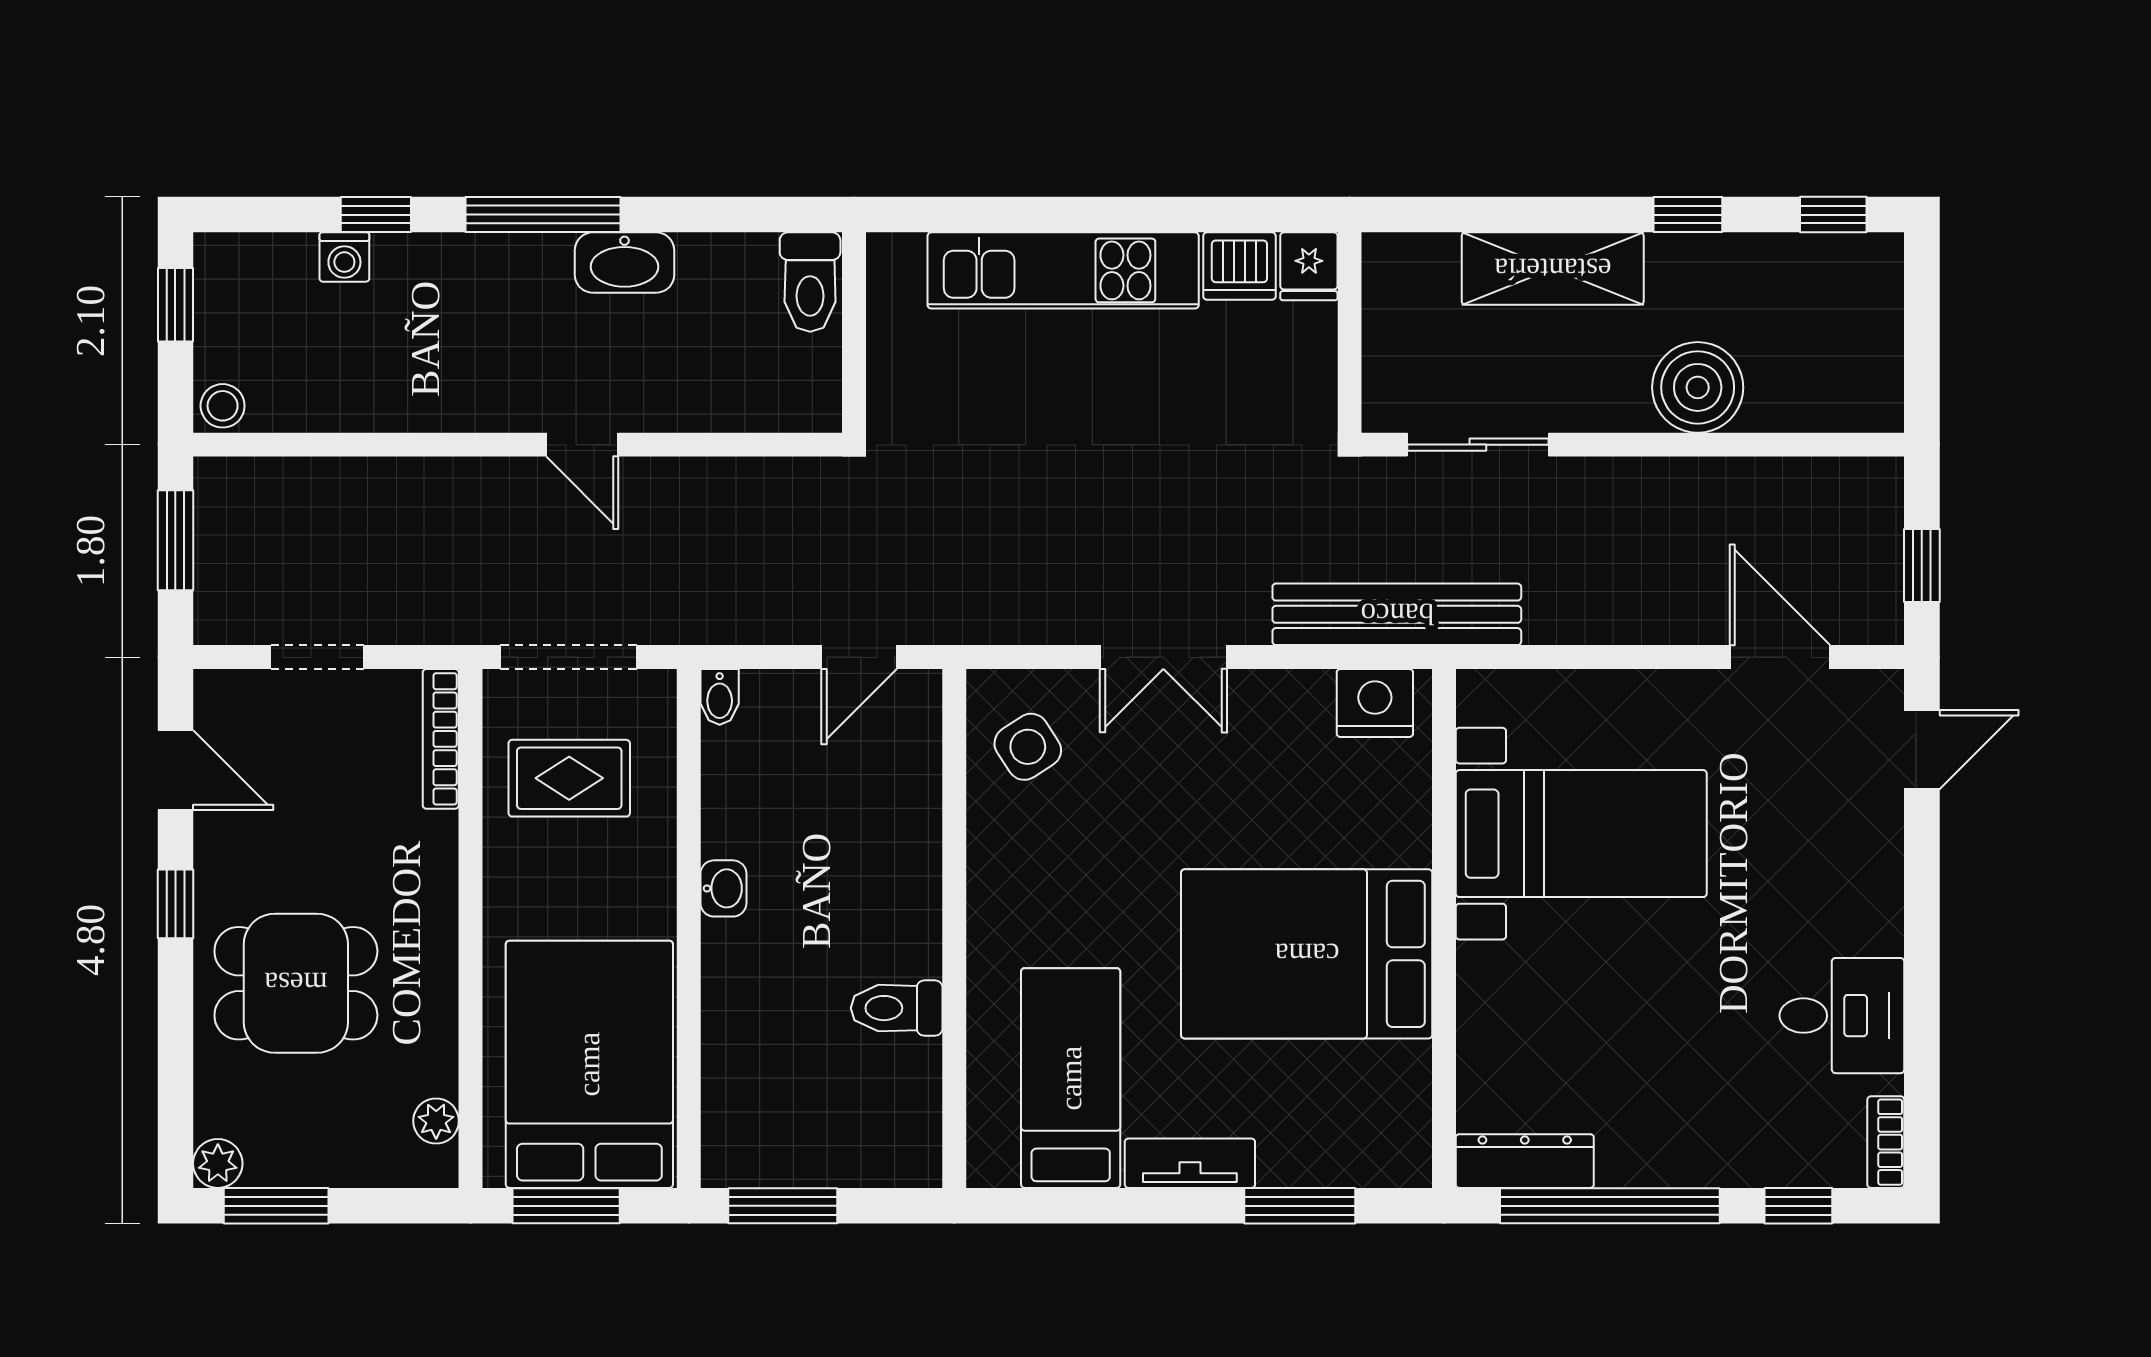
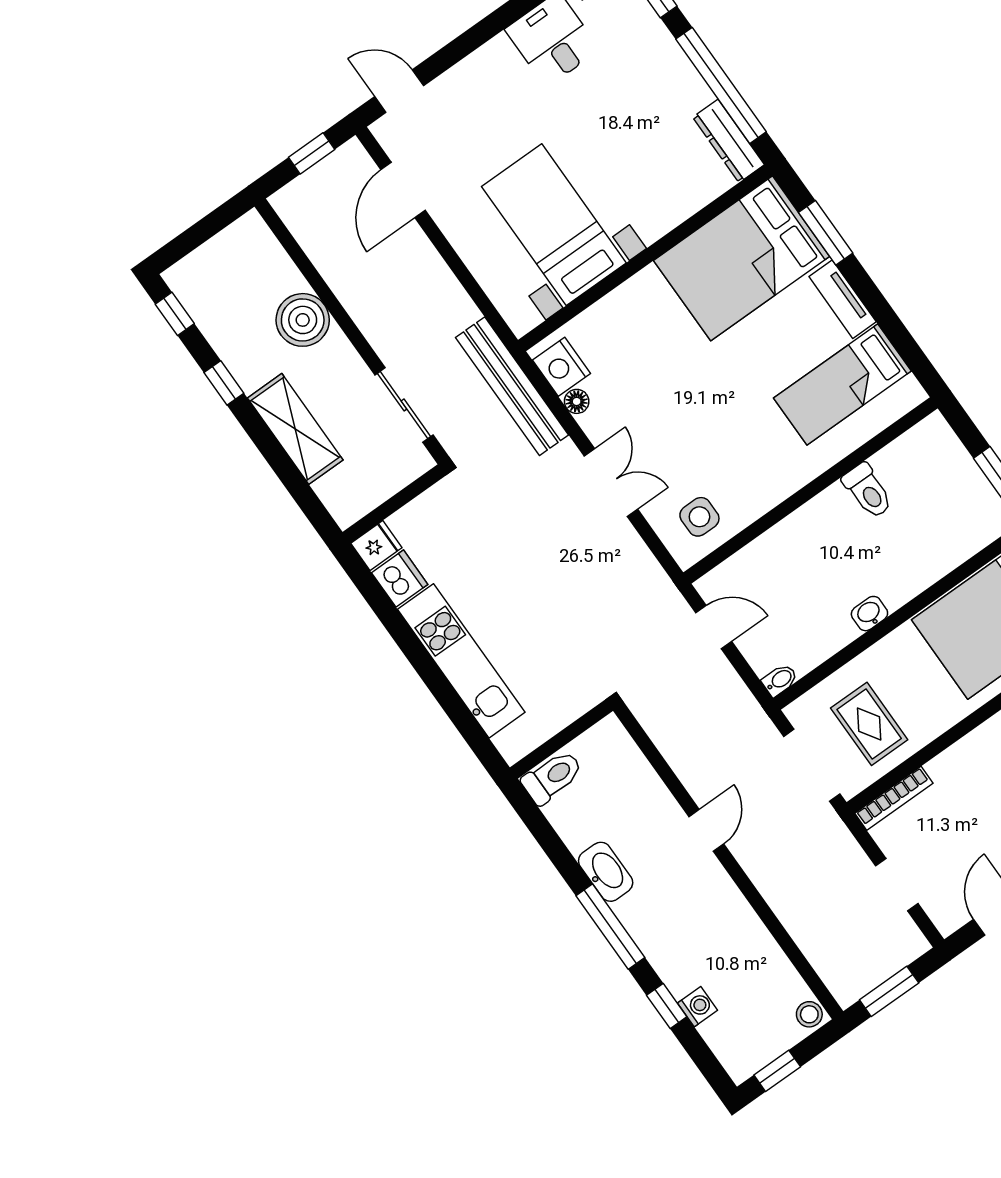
floor lamp: (1311, 690) -> (577, 401), added
side table: (1028, 747) -> (699, 517), turned 33
bed: (1307, 954) -> (742, 258), moved, turned 90

